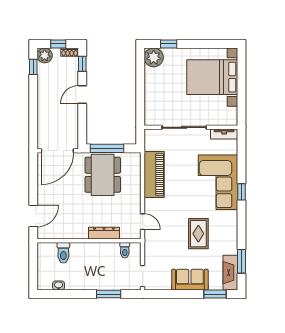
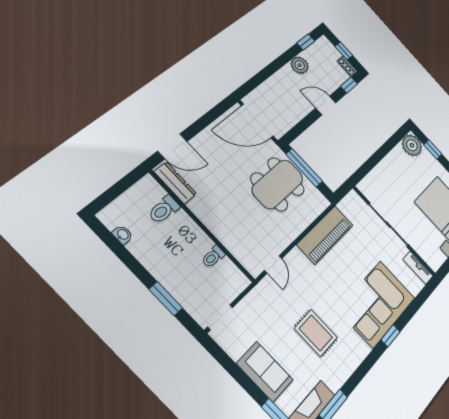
plant: (45, 55) -> (300, 65), moved
dresser: (104, 233) -> (175, 183), moved
rug: (198, 234) -> (316, 333), turned 90
toilet: (125, 250) -> (213, 257), moved

